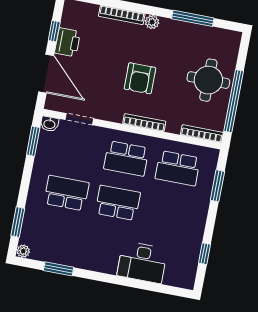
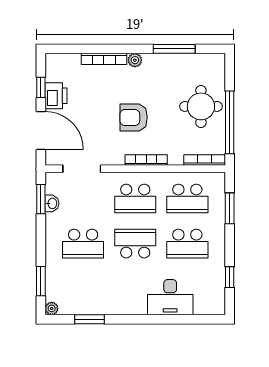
armchair: (140, 78) -> (134, 117), turned 90
doorway: (79, 119) -> (82, 169), width x1.38
washbasin: (49, 124) -> (52, 203), moved, turned -90
school desk: (66, 193) -> (83, 244), turned 180
school desk: (169, 213) -> (187, 244), added

